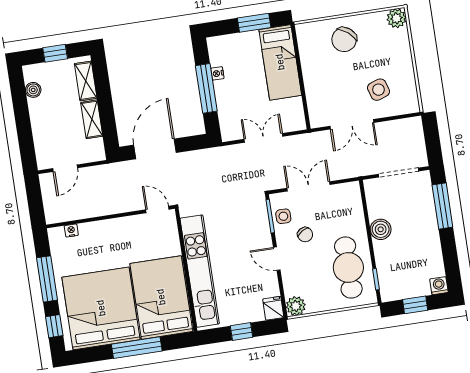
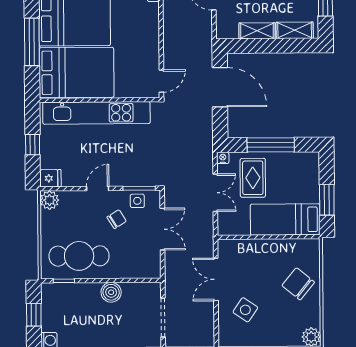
nightstand: (217, 73) -> (223, 158), moved
side table: (379, 90) -> (245, 310), turned -38
rug: (243, 102) -> (253, 178), added
chair: (305, 235) -> (117, 219), turned 180

